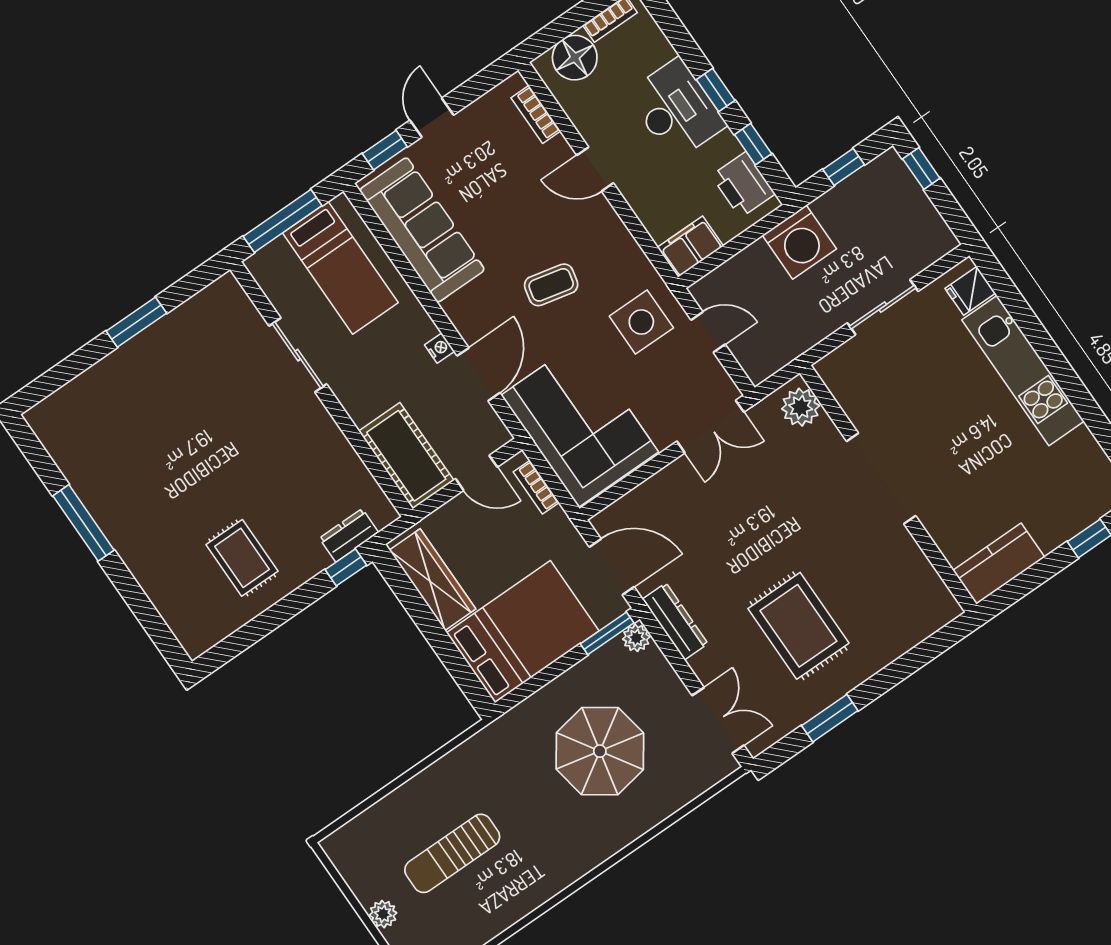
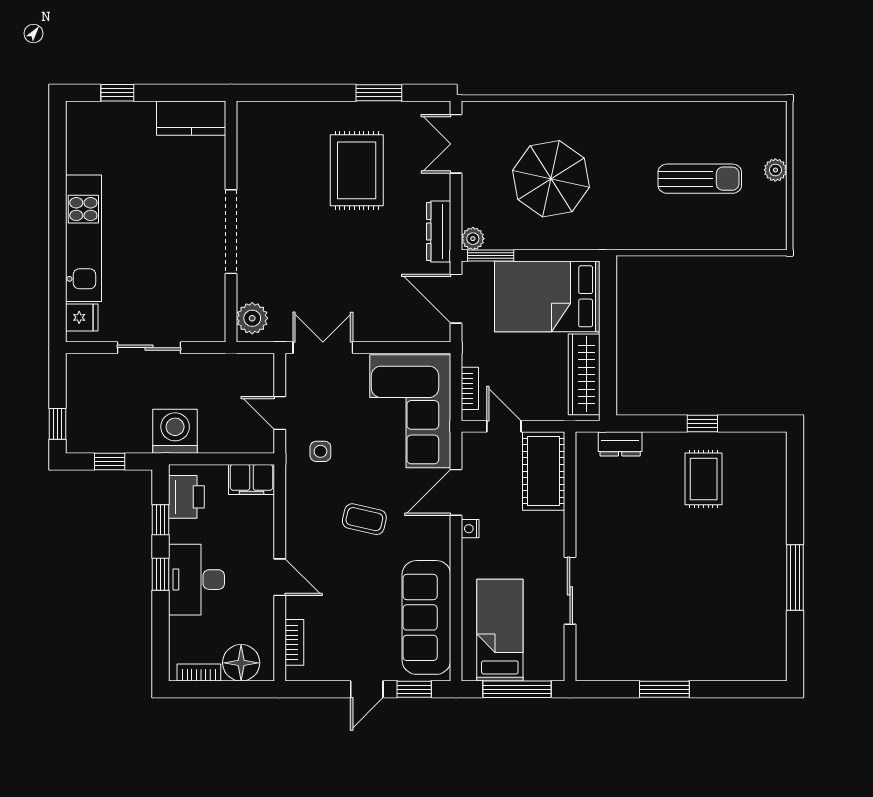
side table: (641, 322) -> (320, 451), width x0.54, depth x0.54
window: (346, 567) -> (702, 424), moved

